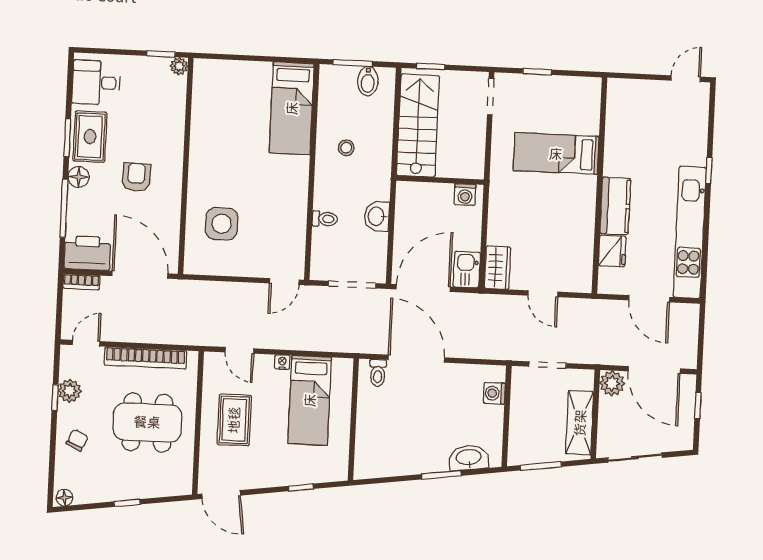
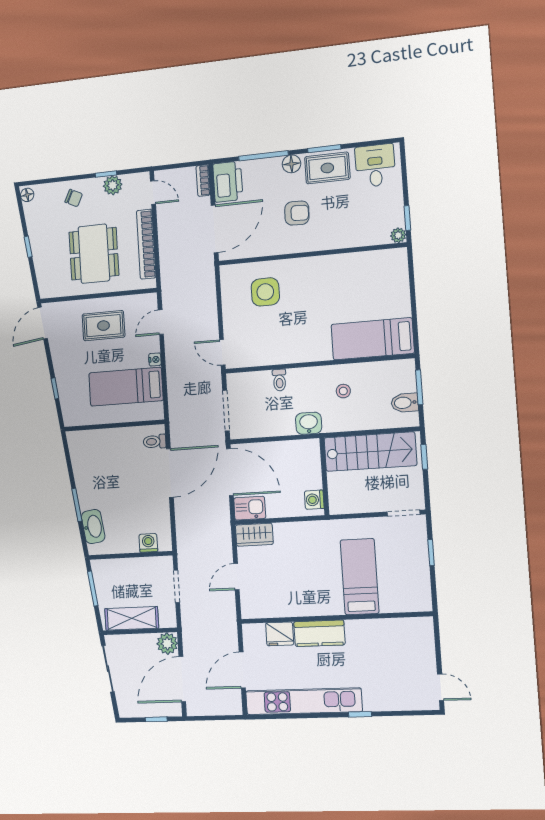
washbasin: (377, 216) -> (309, 423), moved

